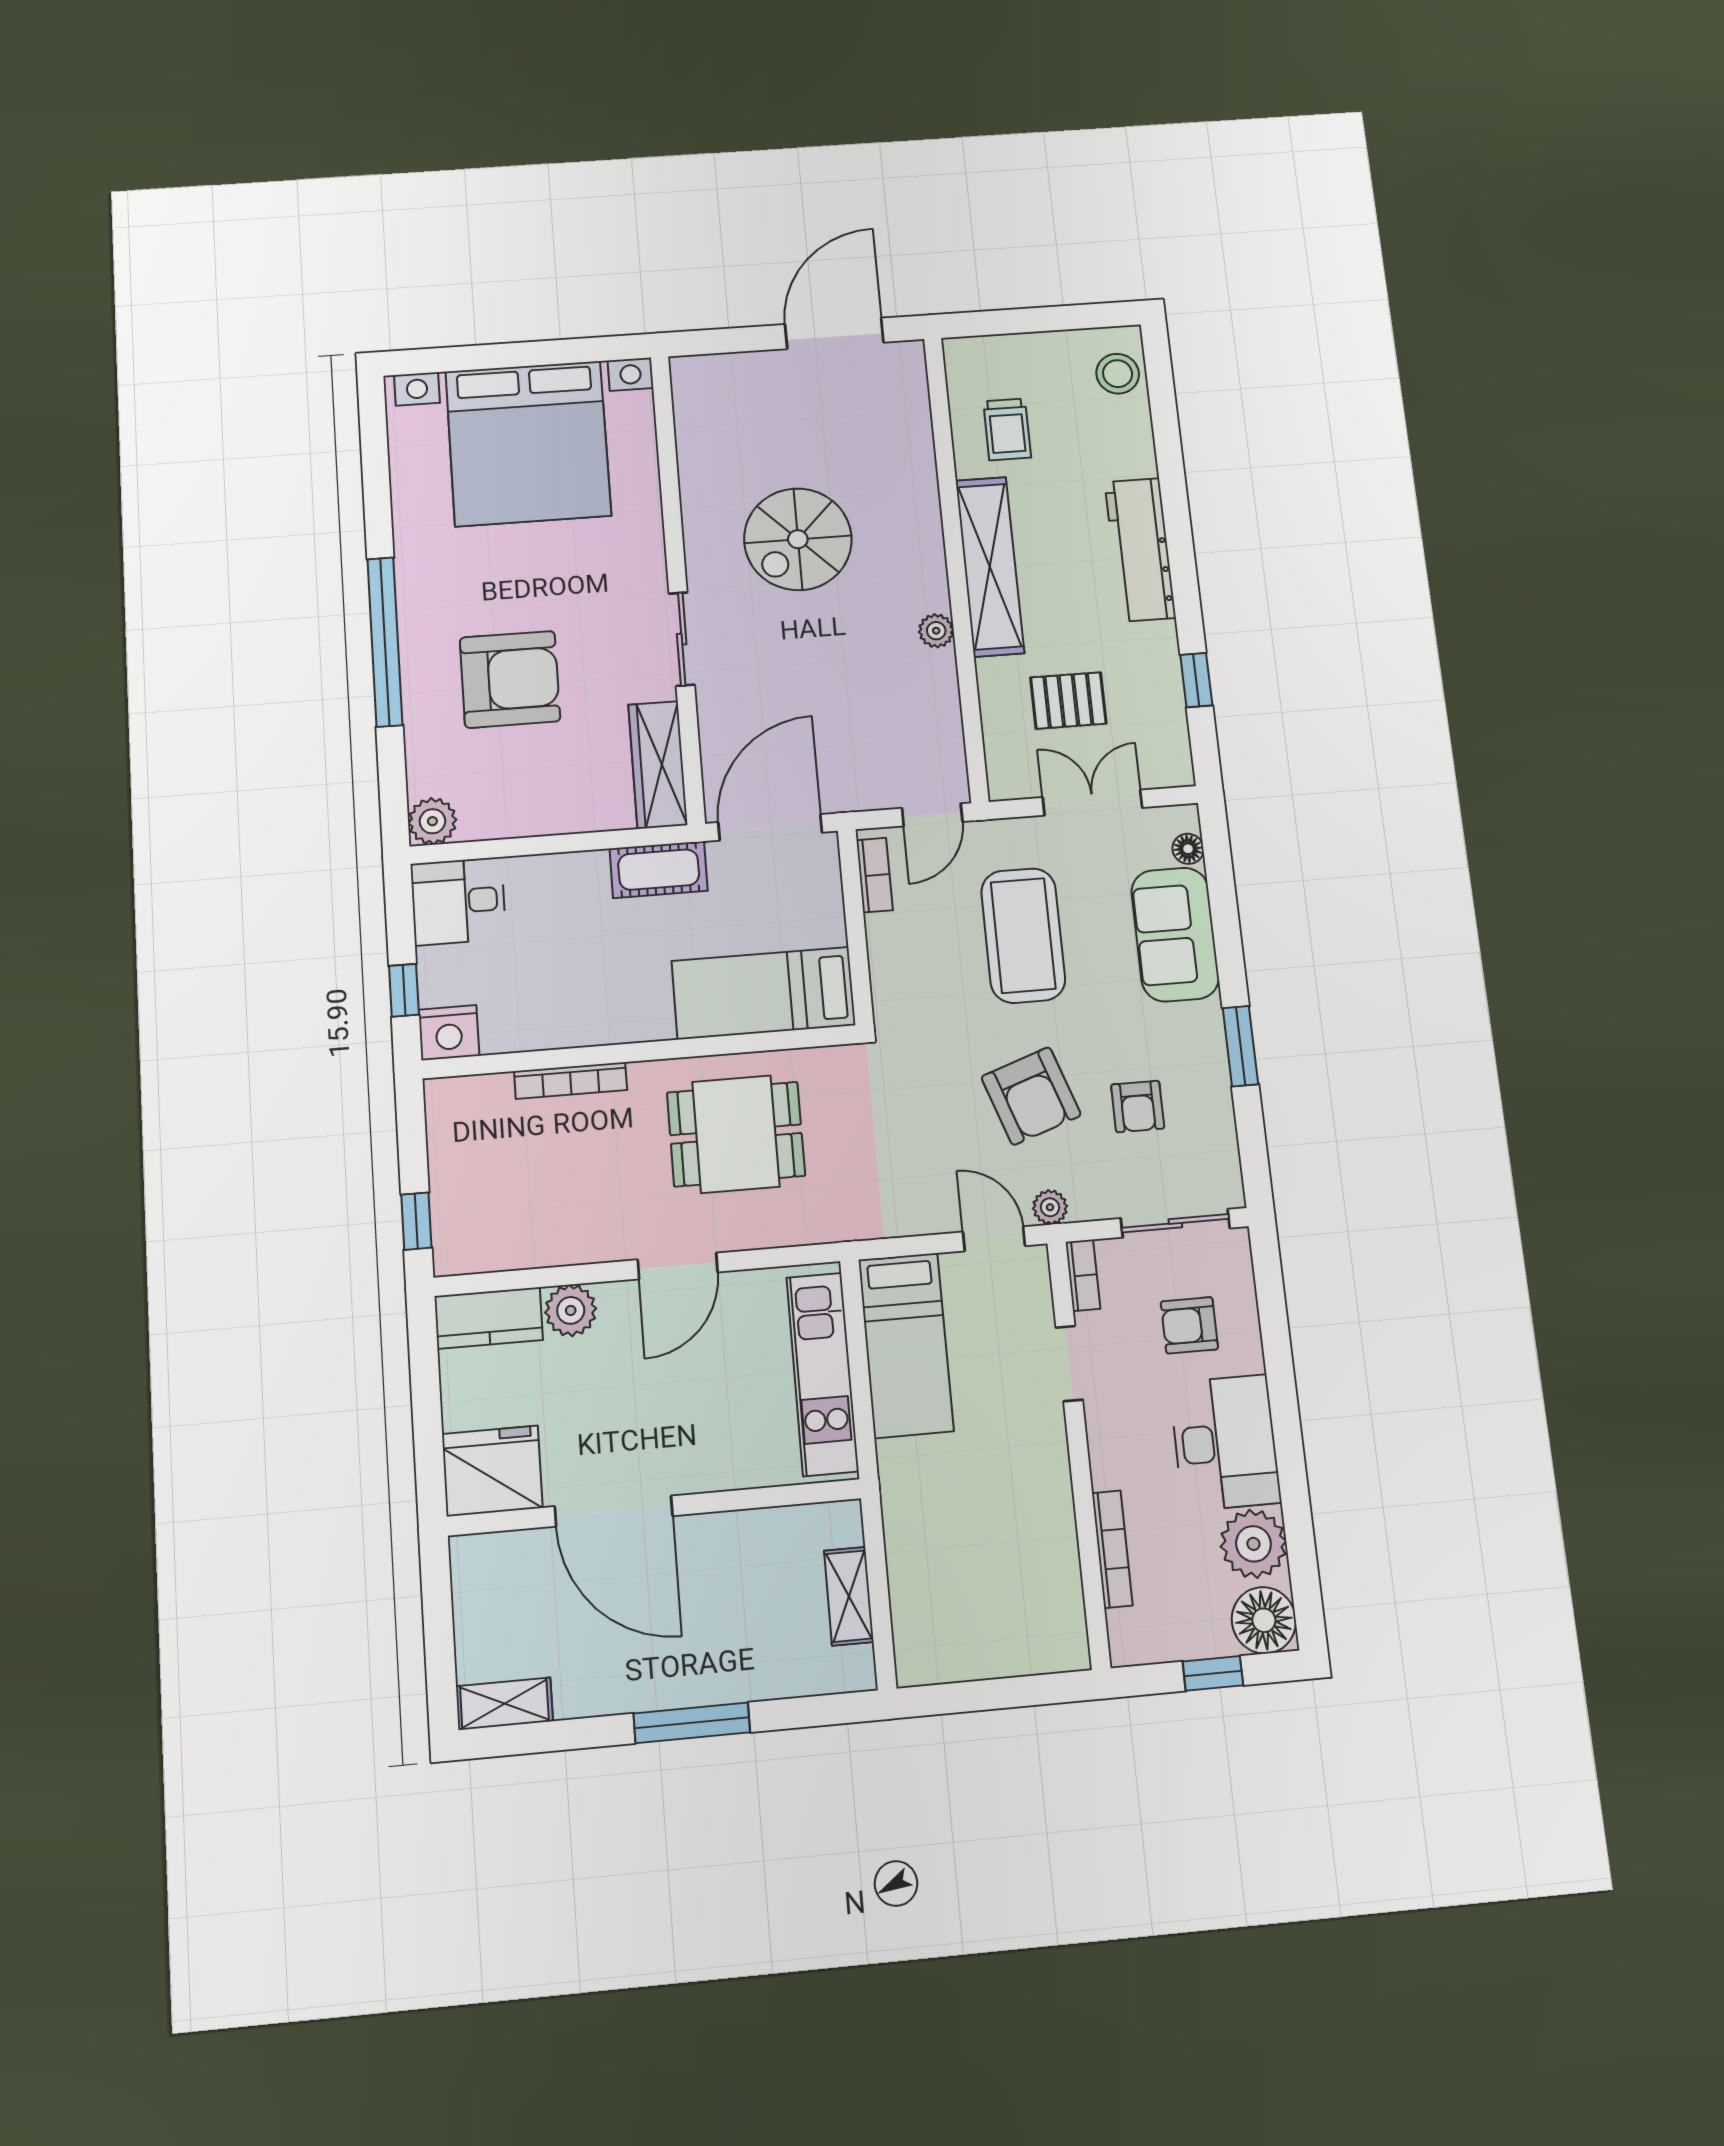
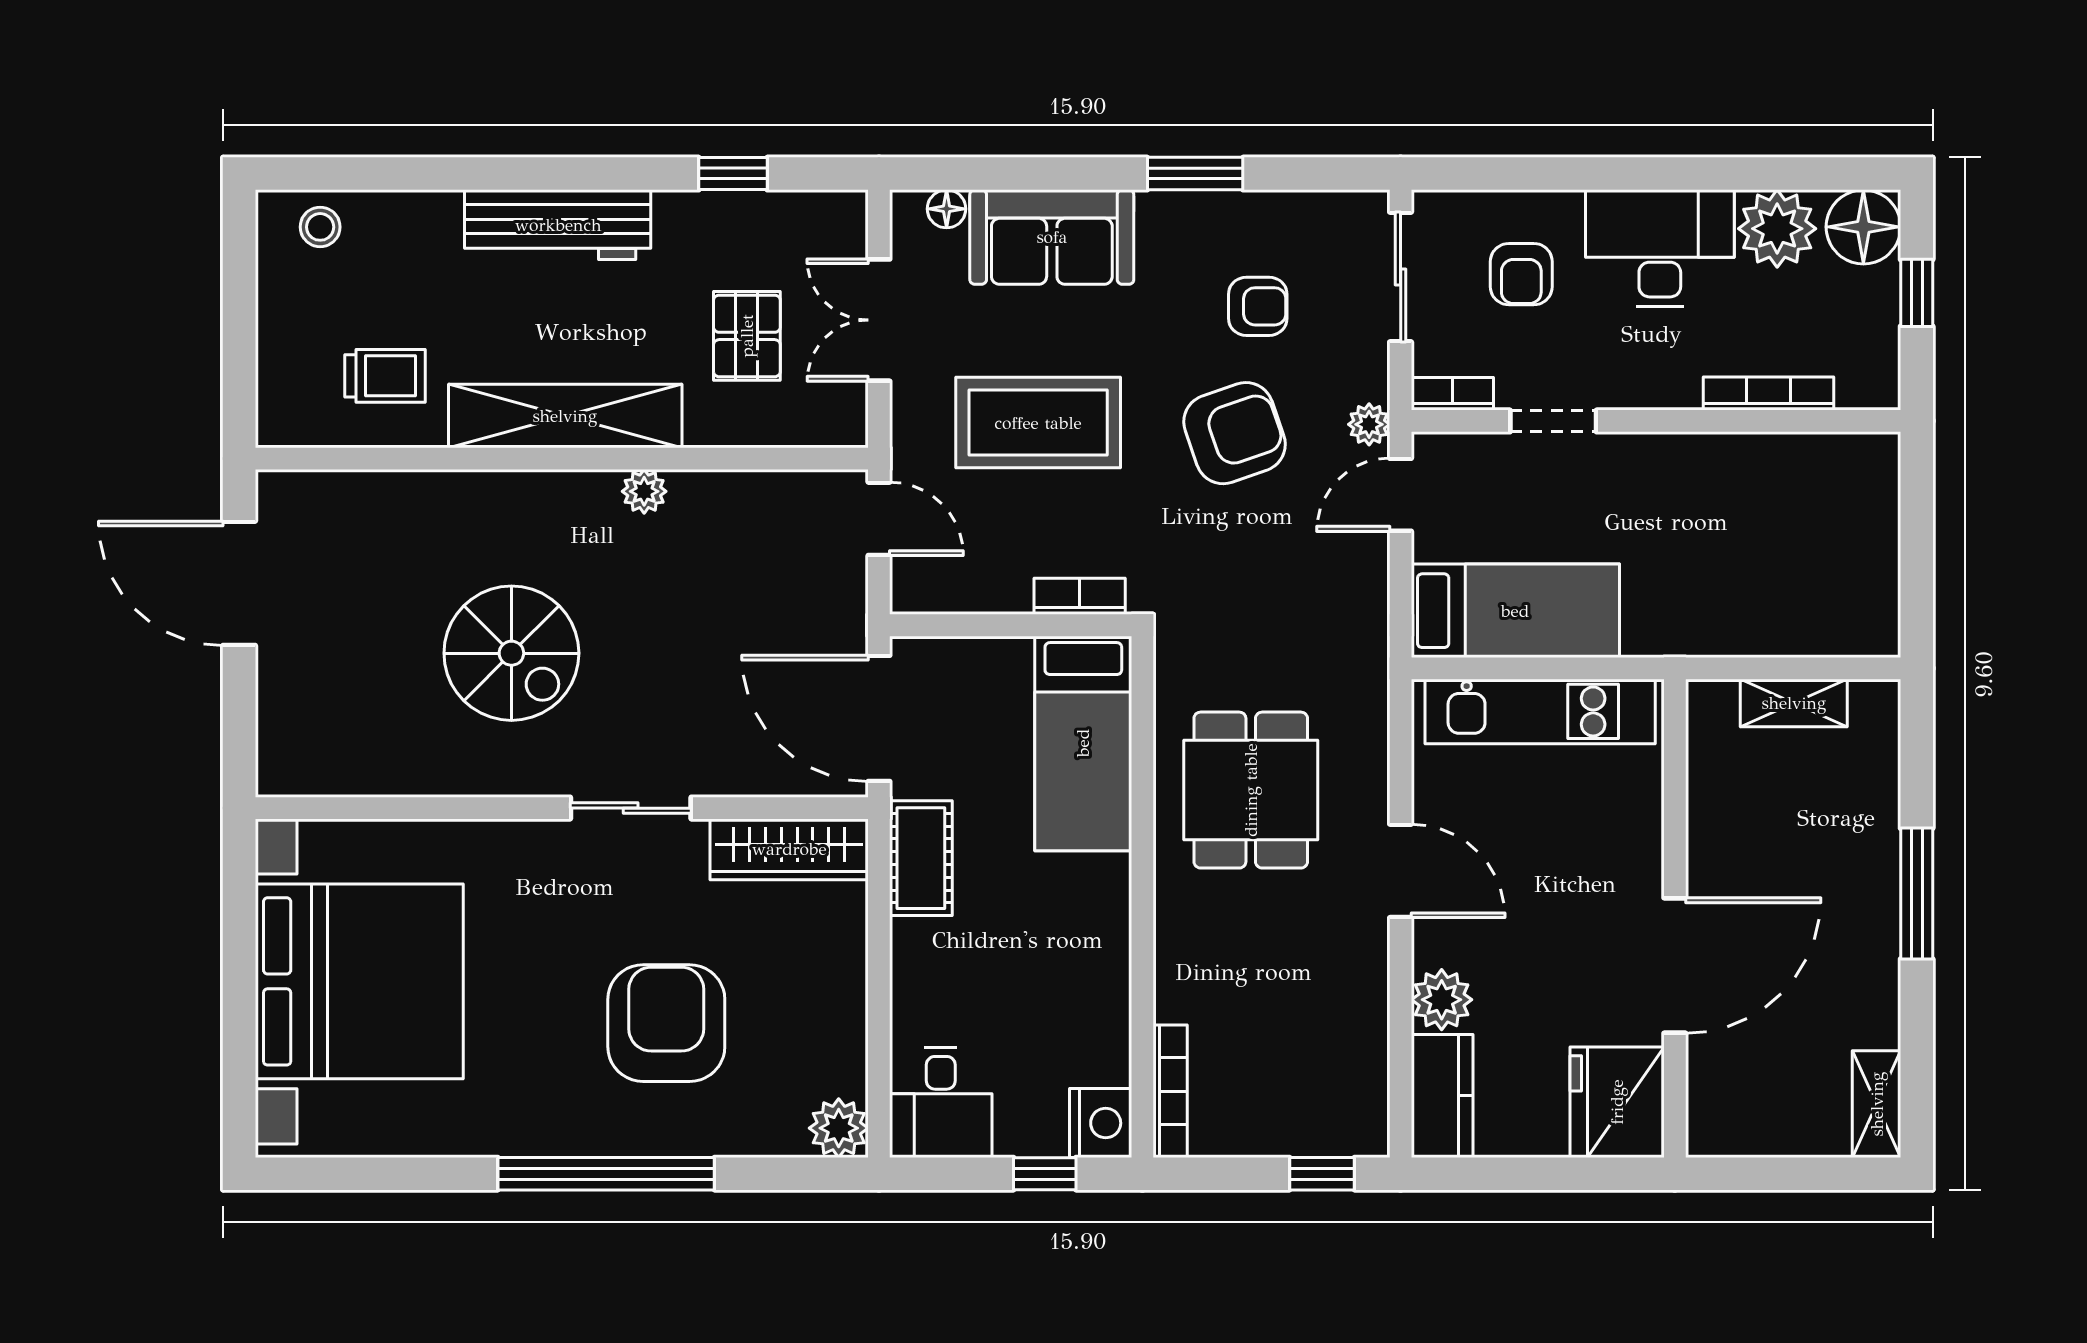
stool: (1118, 374) -> (320, 227), width x0.73, depth x0.73
bookcase: (875, 875) -> (1080, 596), moved
bookcase: (571, 1080) -> (1170, 1091), moved

